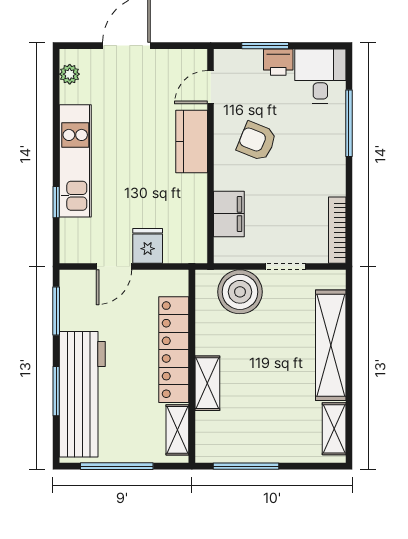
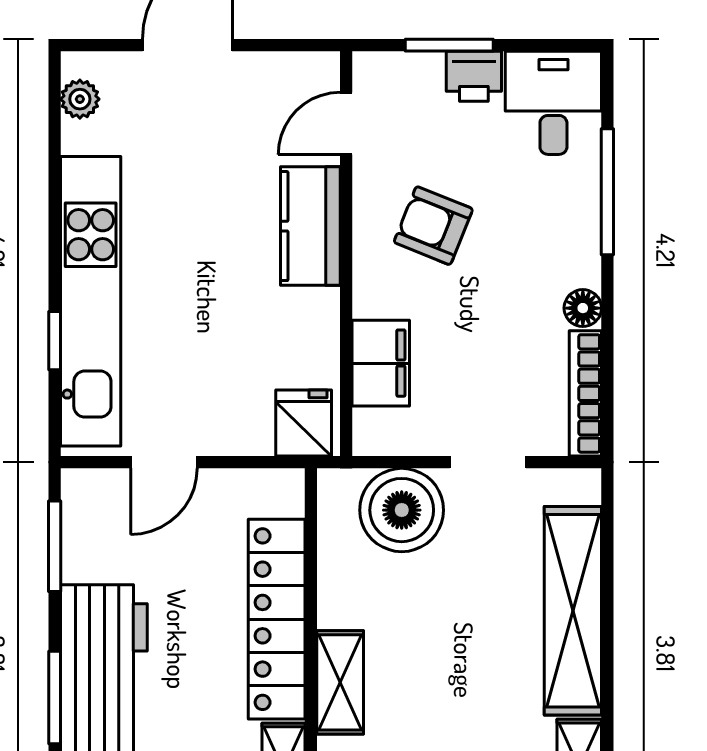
kitchen unit: (75, 161) -> (91, 301), width x1.36
floor lamp: (336, 185) -> (583, 308), added
fridge: (148, 246) -> (304, 423), moved

